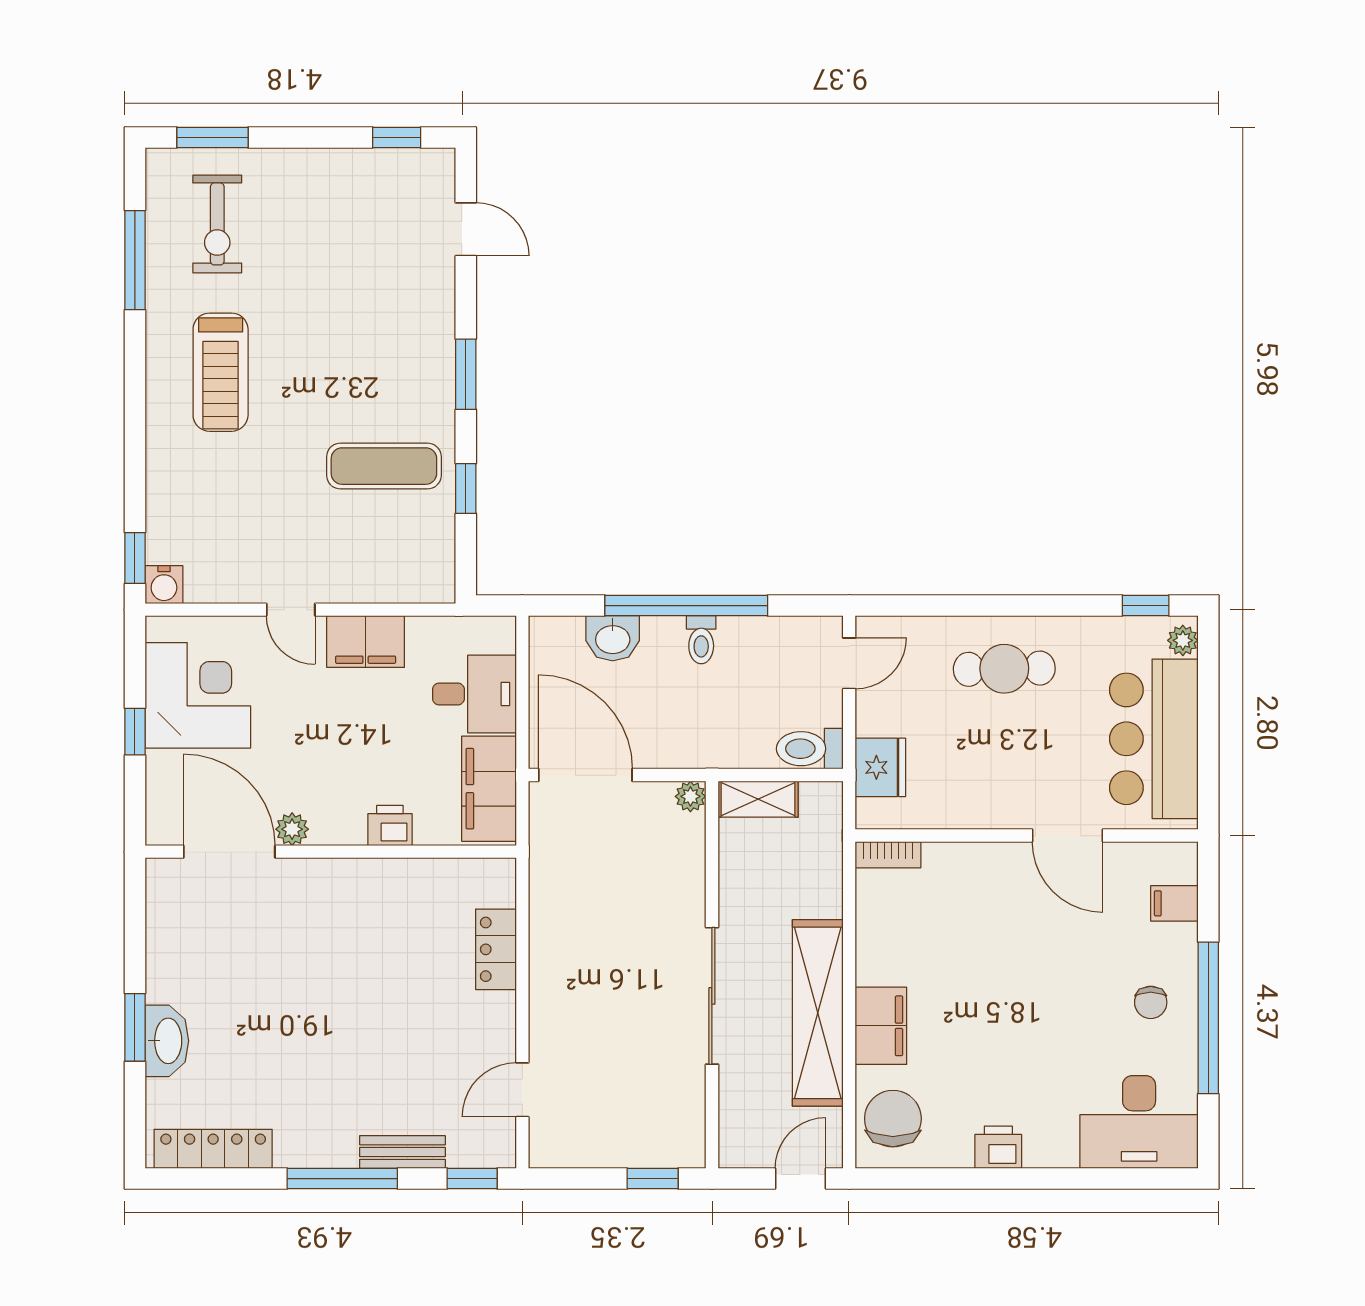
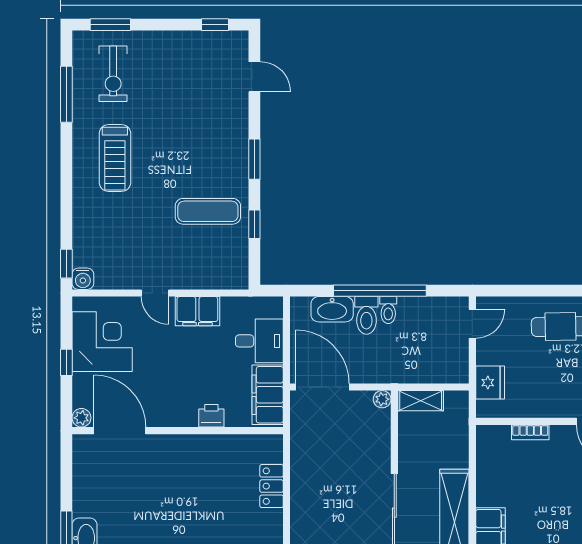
washbasin: (613, 638) -> (332, 309), width x1.38
toilet: (810, 749) -> (366, 315), moved, turned -90
plant: (292, 829) -> (81, 418), moved
bookcase: (888, 855) -> (530, 432), moved

